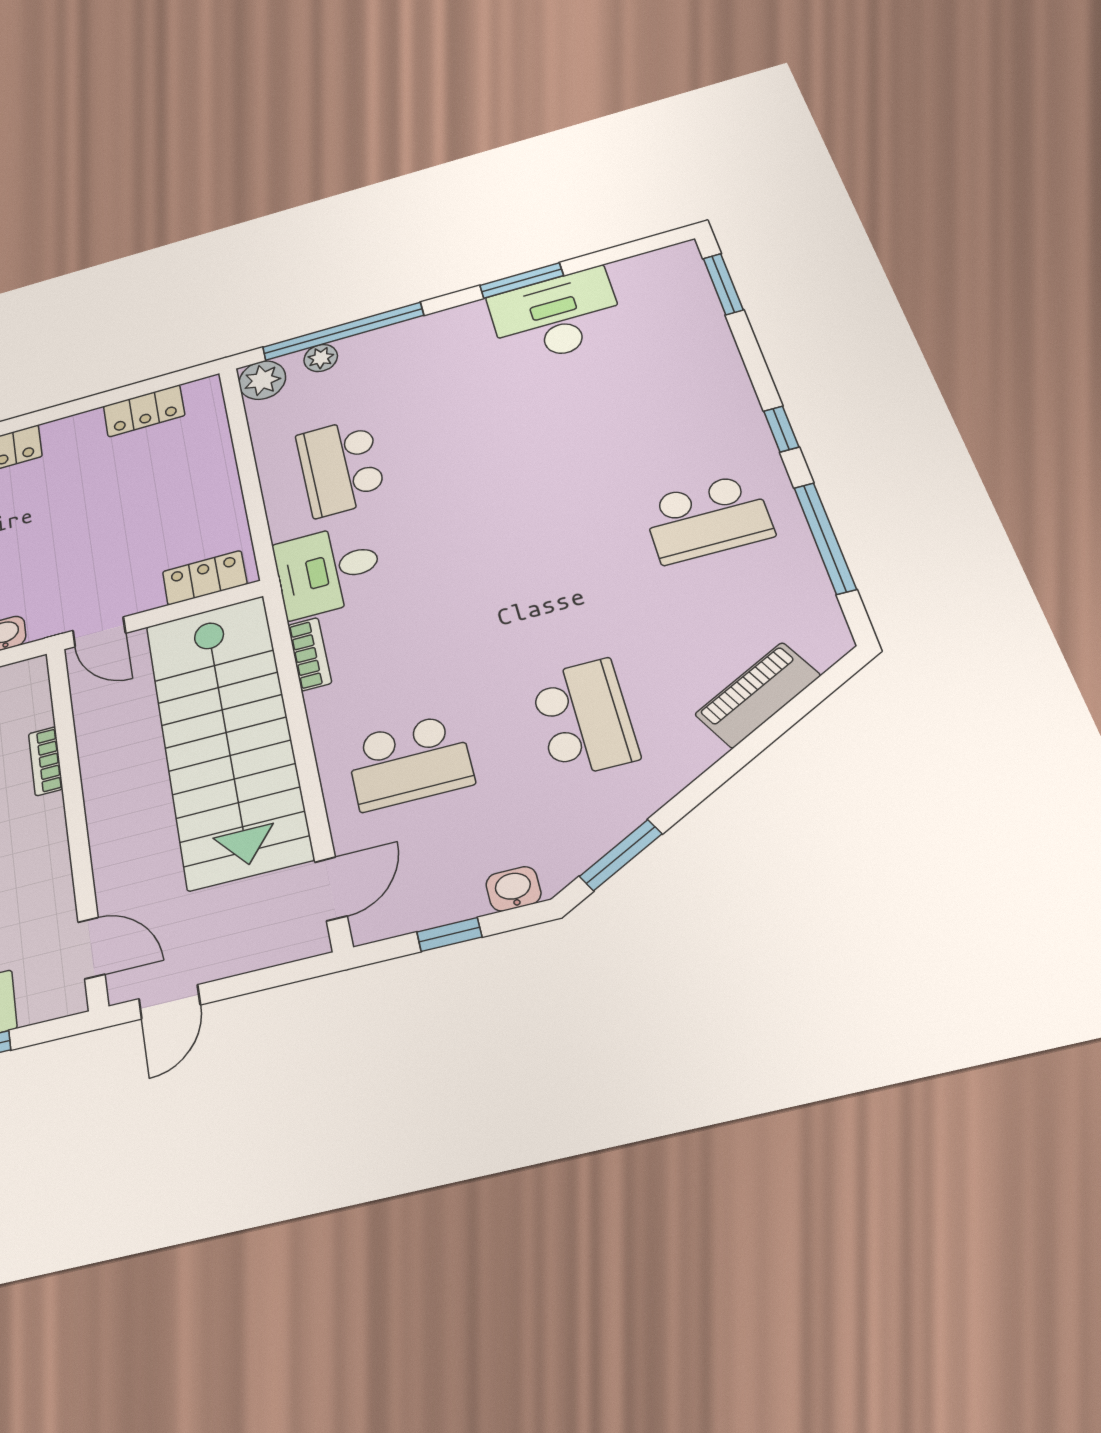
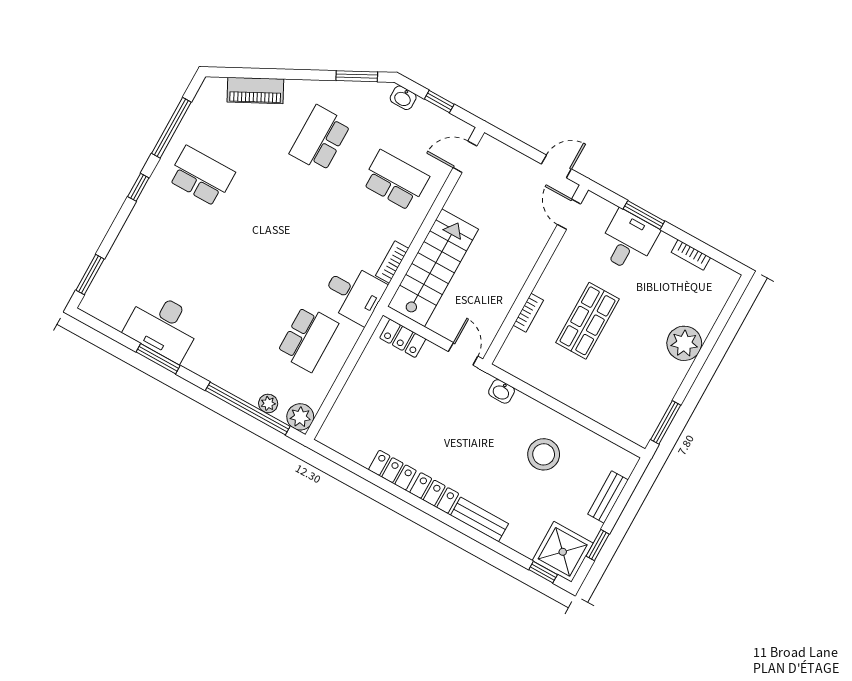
locker: (144, 411) -> (392, 470), moved
stairs: (227, 738) -> (433, 268), width x0.73, depth x0.66

